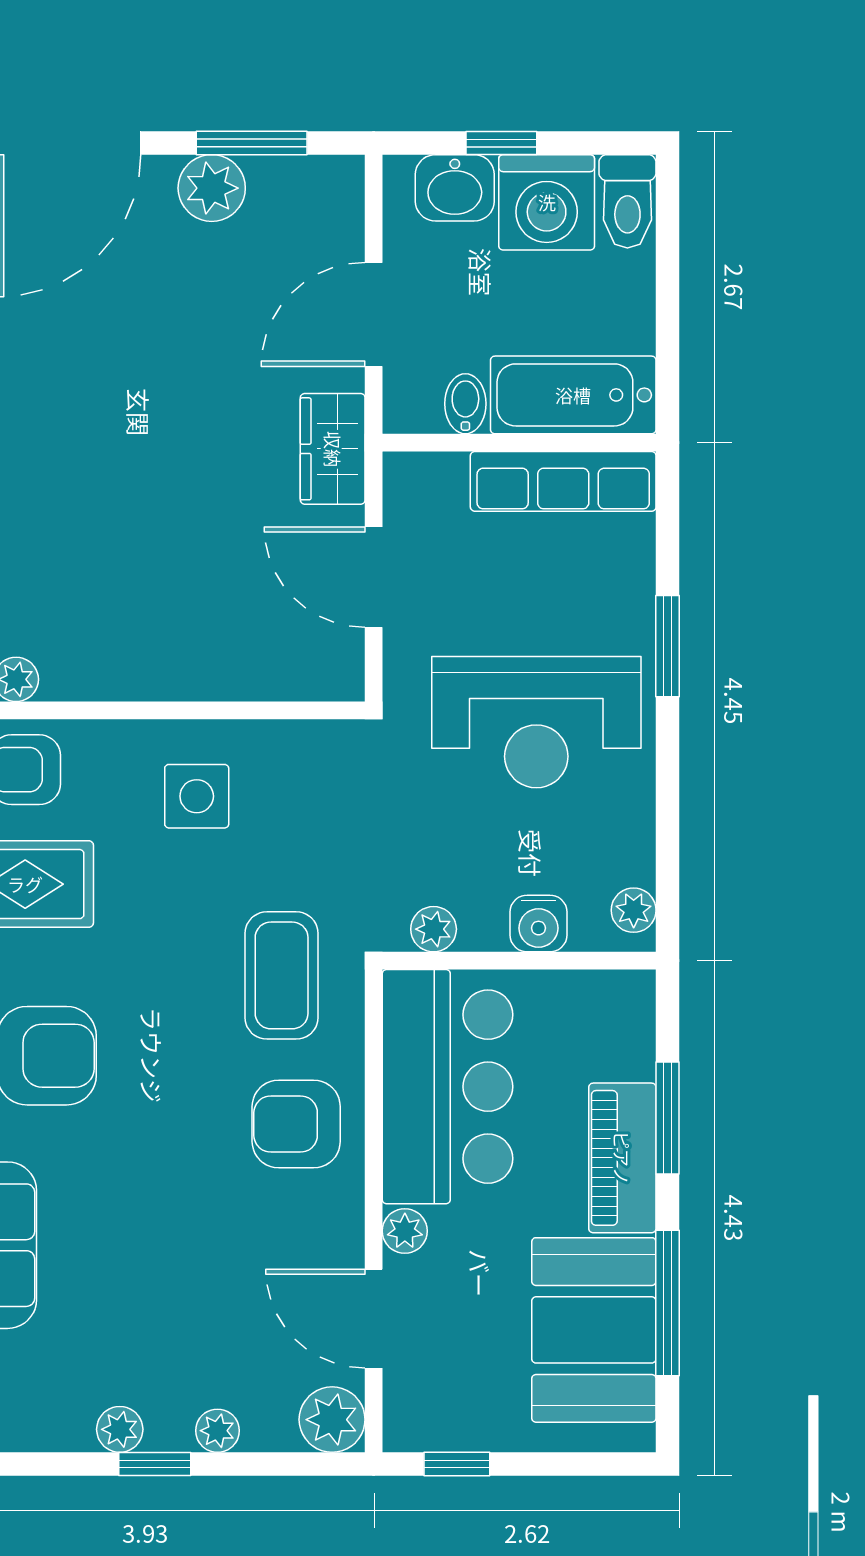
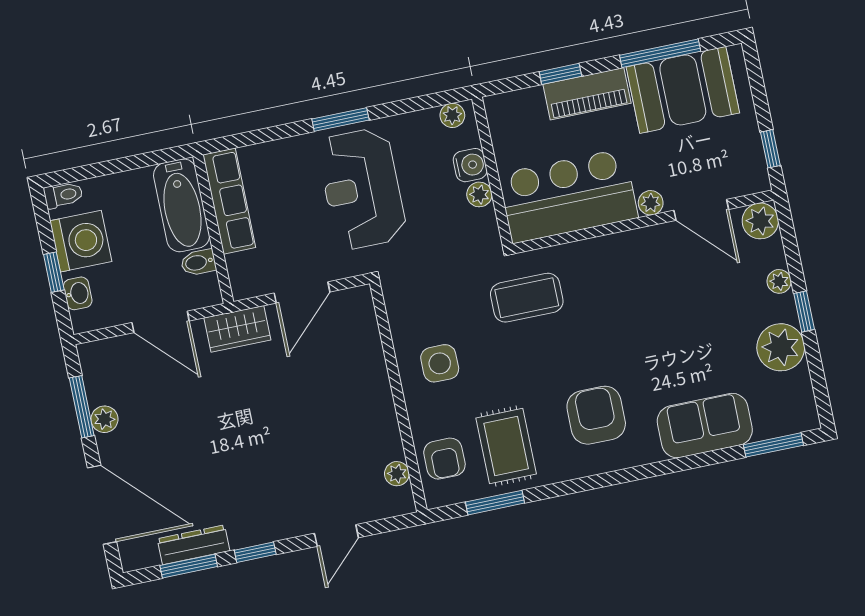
plant: (212, 188) -> (105, 419), width x0.73, depth x0.73
washbasin: (455, 188) -> (78, 293), width x0.72, depth x0.69
toilet: (627, 201) -> (63, 195), width x0.73, depth x0.72
window: (668, 646) -> (340, 119), moved
reception desk: (536, 722) -> (362, 189), turned 180
plant: (434, 929) -> (479, 194), moved
window: (668, 1118) -> (560, 74), width x0.67
armchair: (296, 1124) -> (605, 273), removed
door: (374, 1319) -> (701, 210), hinge flipped
plant: (120, 1429) -> (781, 347), width x1.87, depth x1.87

